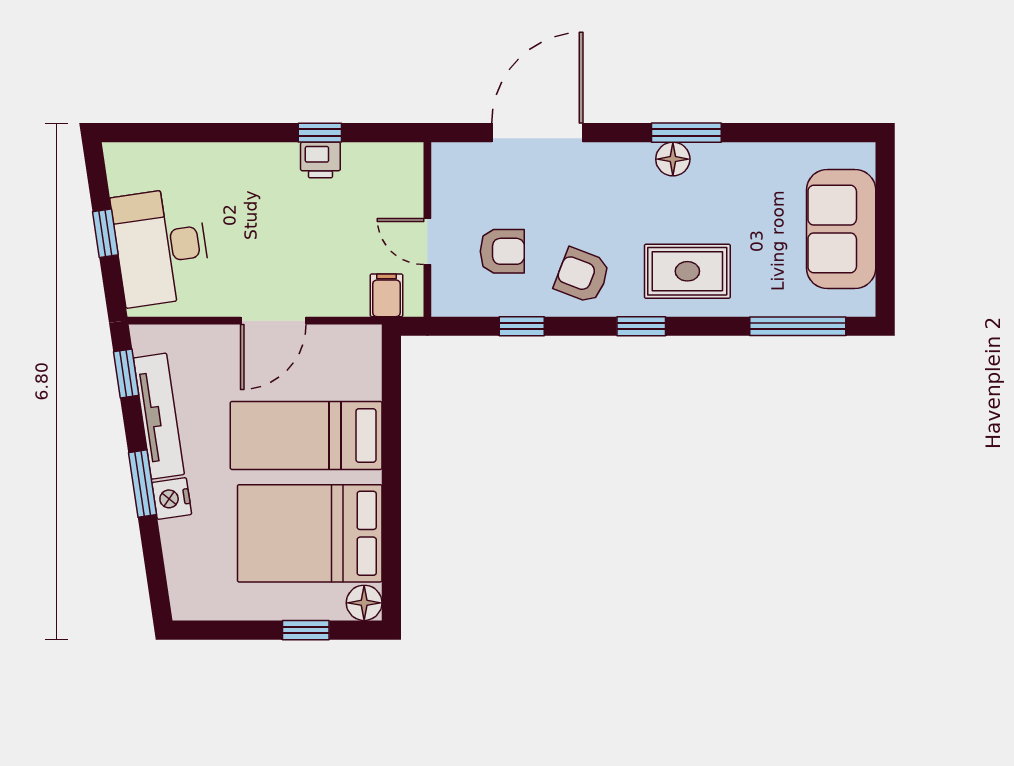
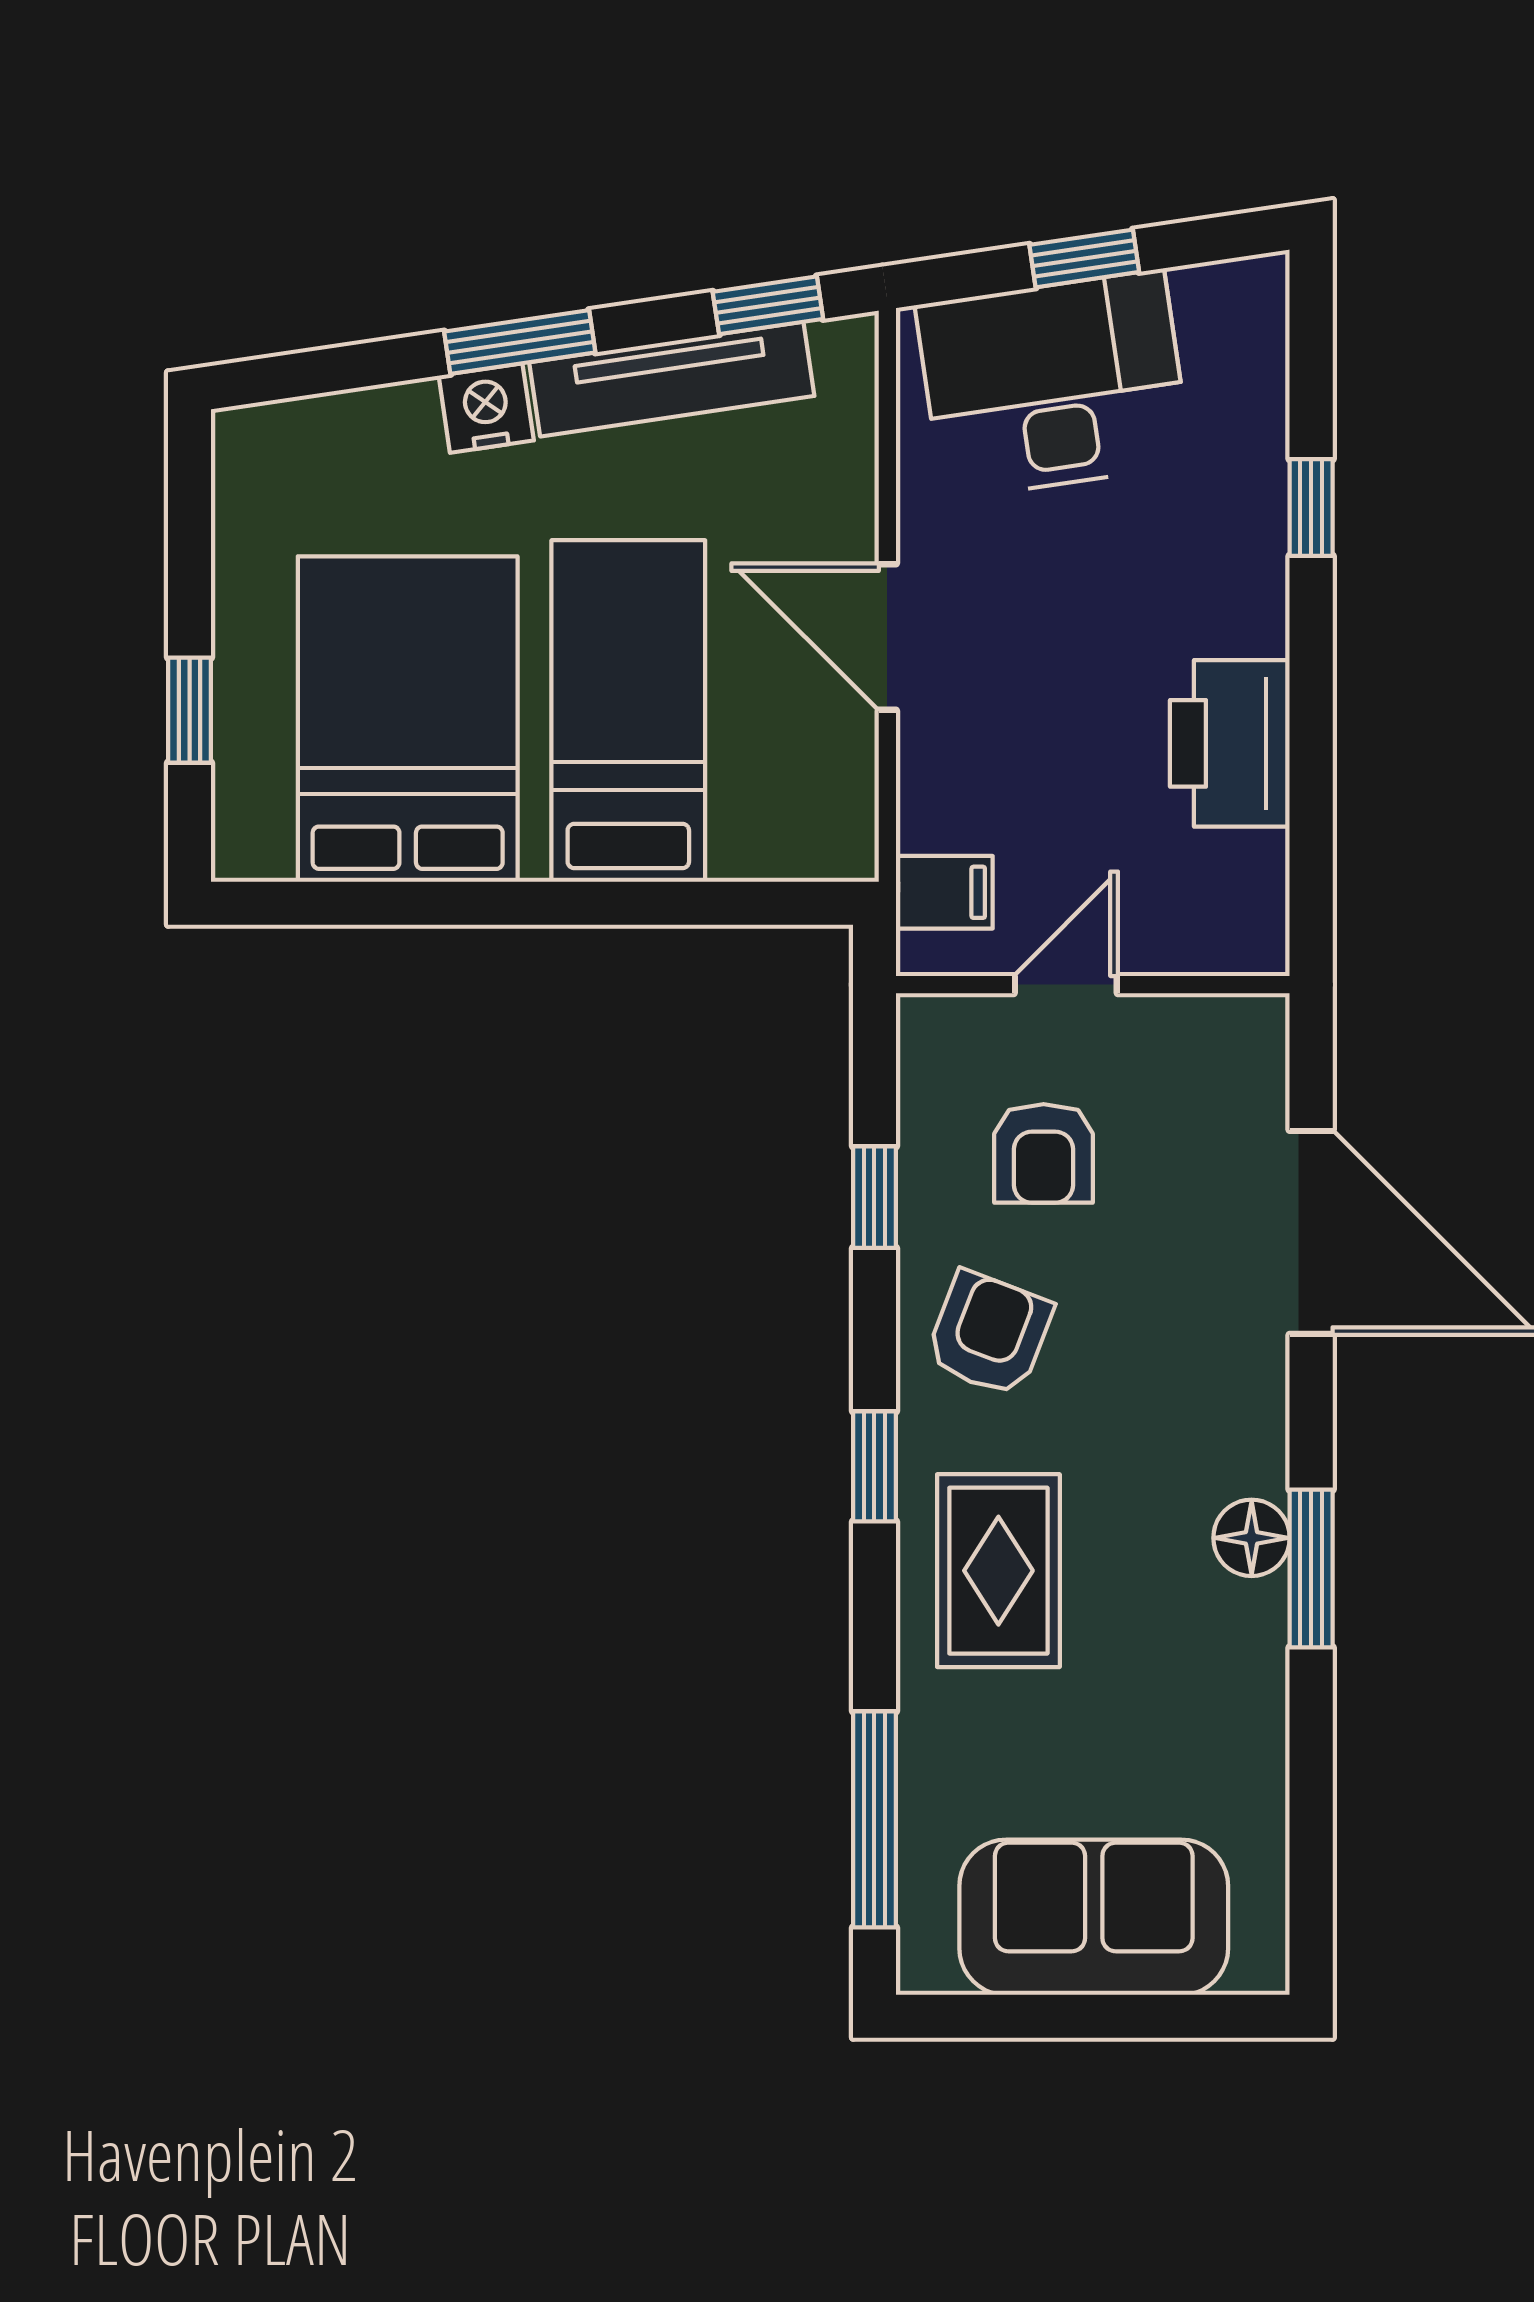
window: (320, 133) -> (1311, 507), moved
printer: (320, 160) -> (1230, 743), width x1.87, depth x1.48
floor lamp: (364, 603) -> (251, 842), removed

